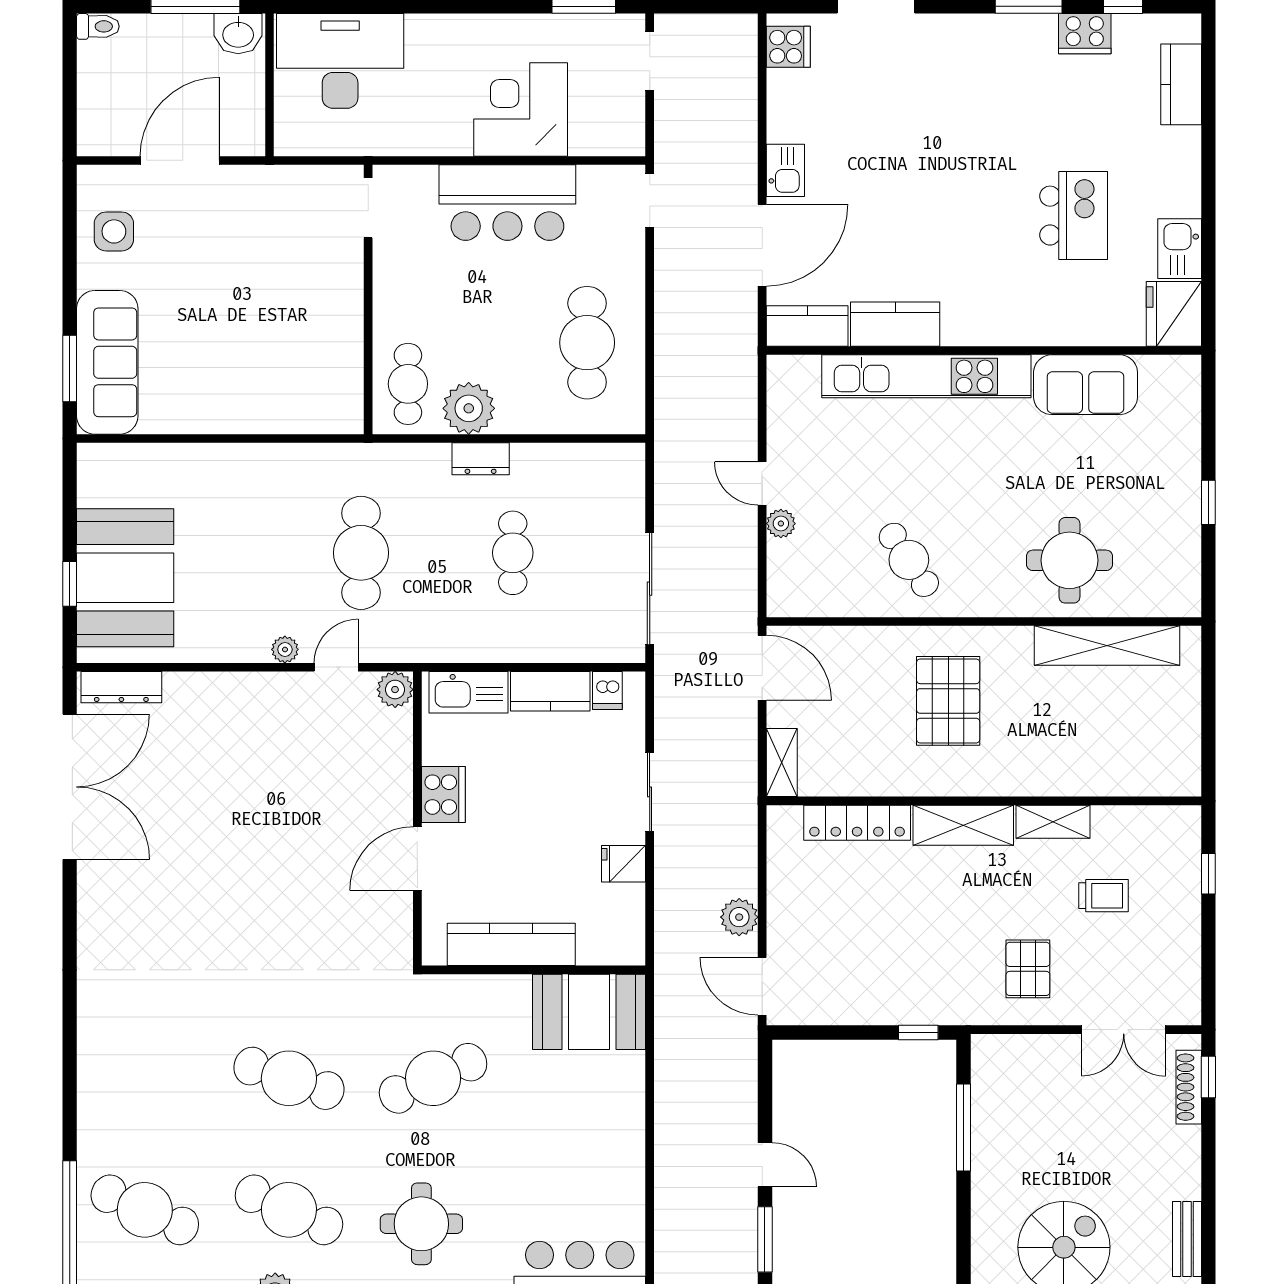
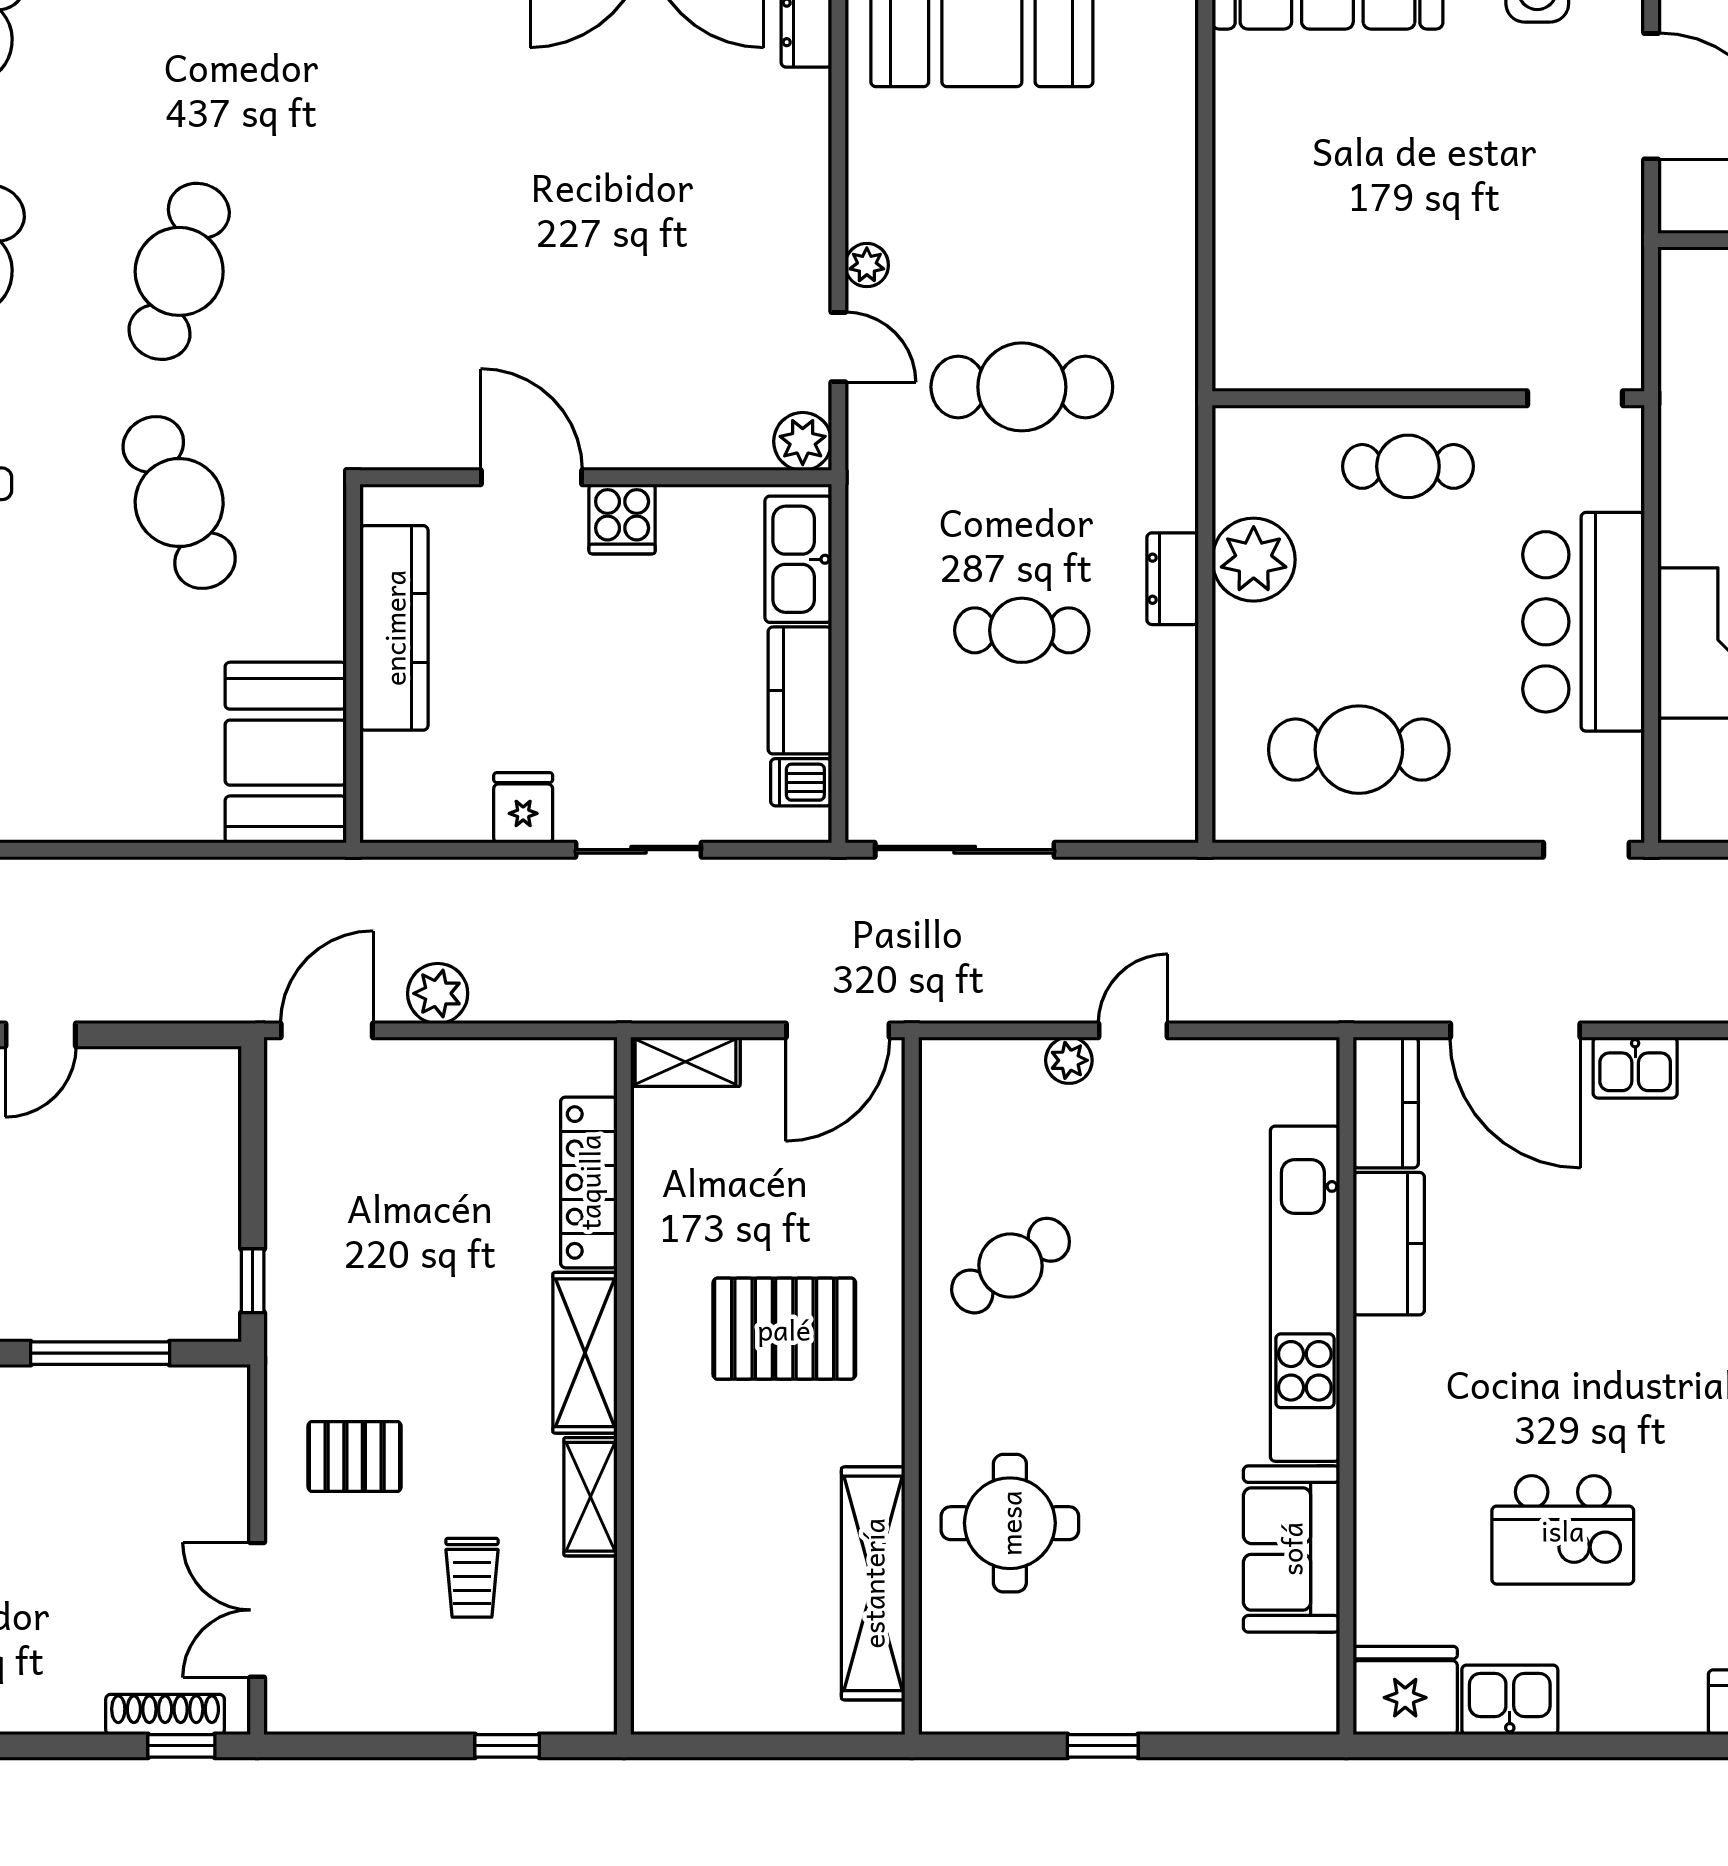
cafe table: (408, 384) -> (1408, 466), moved
cooker: (443, 795) -> (622, 519), width x0.73

